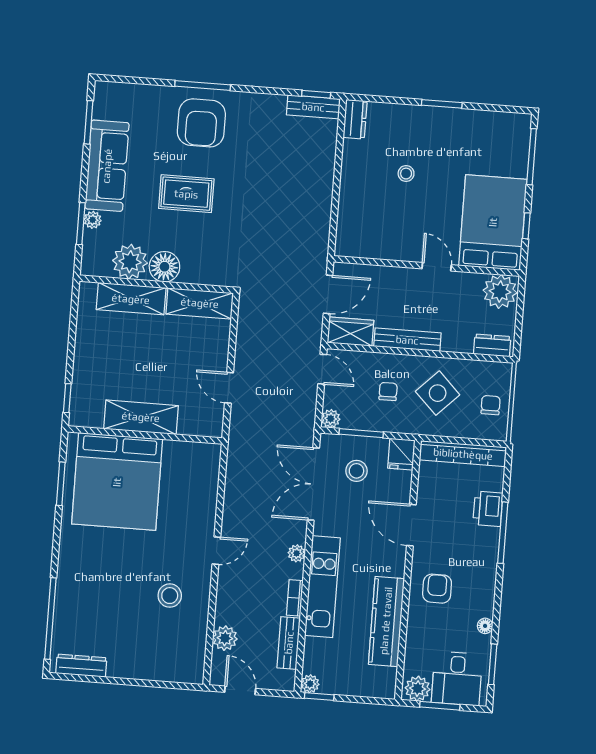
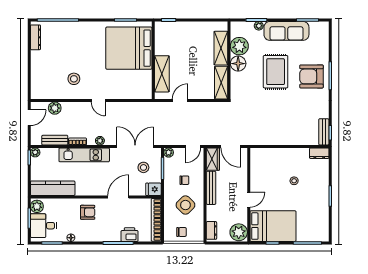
rug: (186, 194) -> (276, 72), width x1.36, depth x1.43
shelving: (141, 417) -> (162, 74), moved
kitchen counter: (386, 621) -> (53, 188), moved

